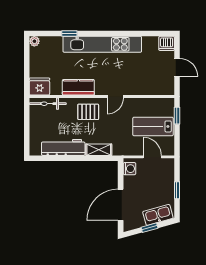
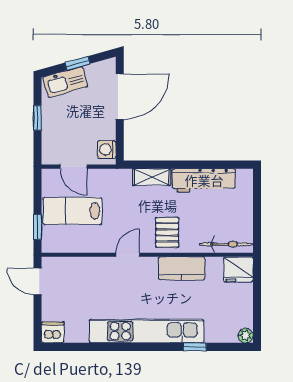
door: (177, 67) -> (37, 281), moved
pallet: (88, 112) -> (167, 232), turned 90
lab bench: (153, 126) -> (73, 211), turned 180

